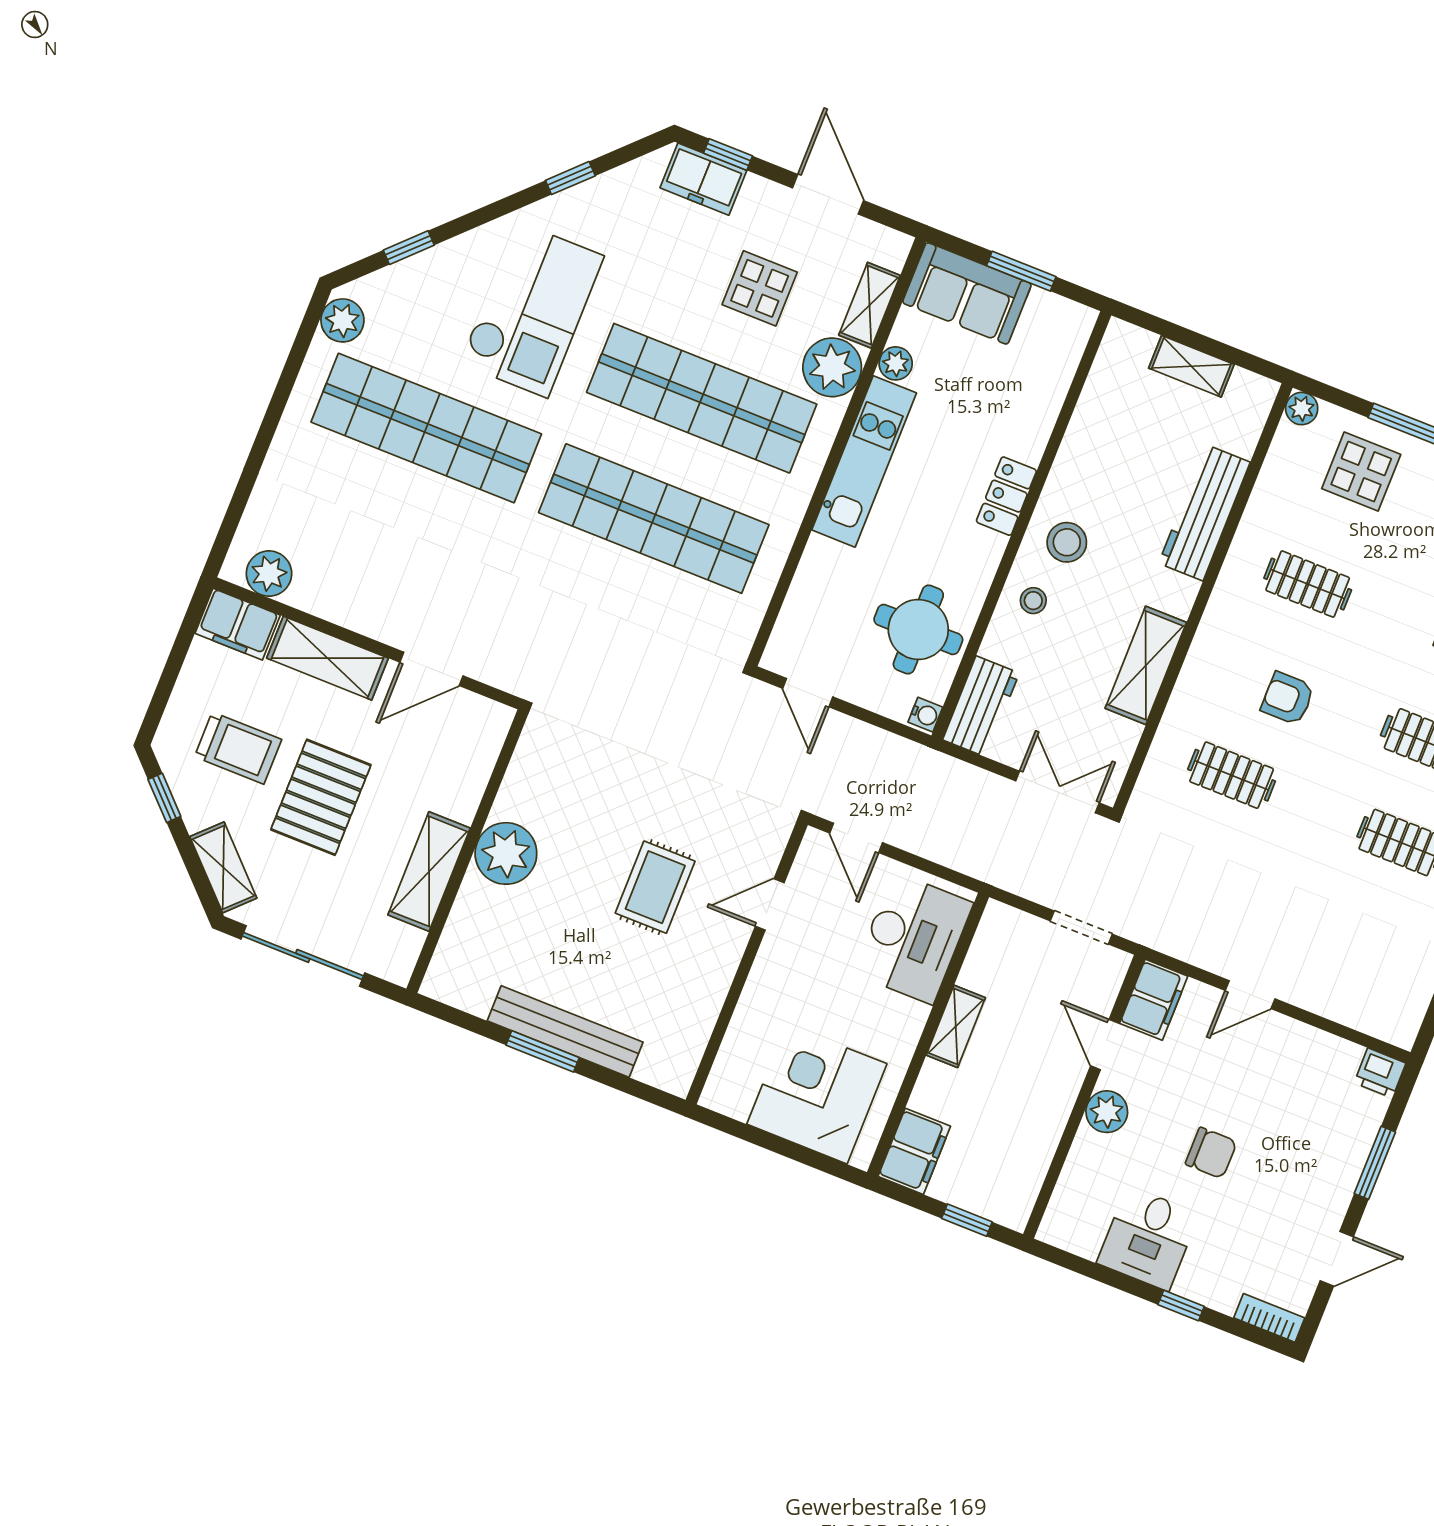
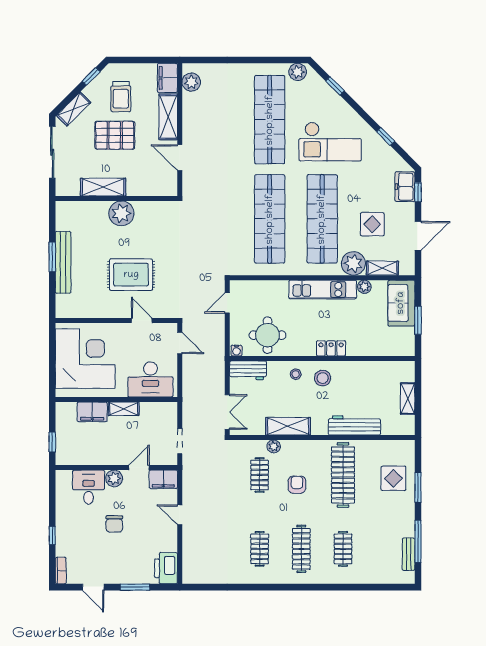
plant: (1302, 409) -> (274, 446), moved
clothes rail: (1308, 584) -> (343, 475), width x1.86, depth x1.31
door: (856, 838) -> (180, 343), swing flipped
rug: (655, 887) -> (131, 275), width x1.36, depth x1.43
printer: (1380, 1073) -> (166, 568), width x1.87, depth x1.48
corner desk: (817, 1094) -> (85, 359), width x1.36, depth x1.36
filing cabinet: (914, 1151) -> (92, 412), moved
desk: (1148, 1238) -> (89, 487), moved, turned 90

